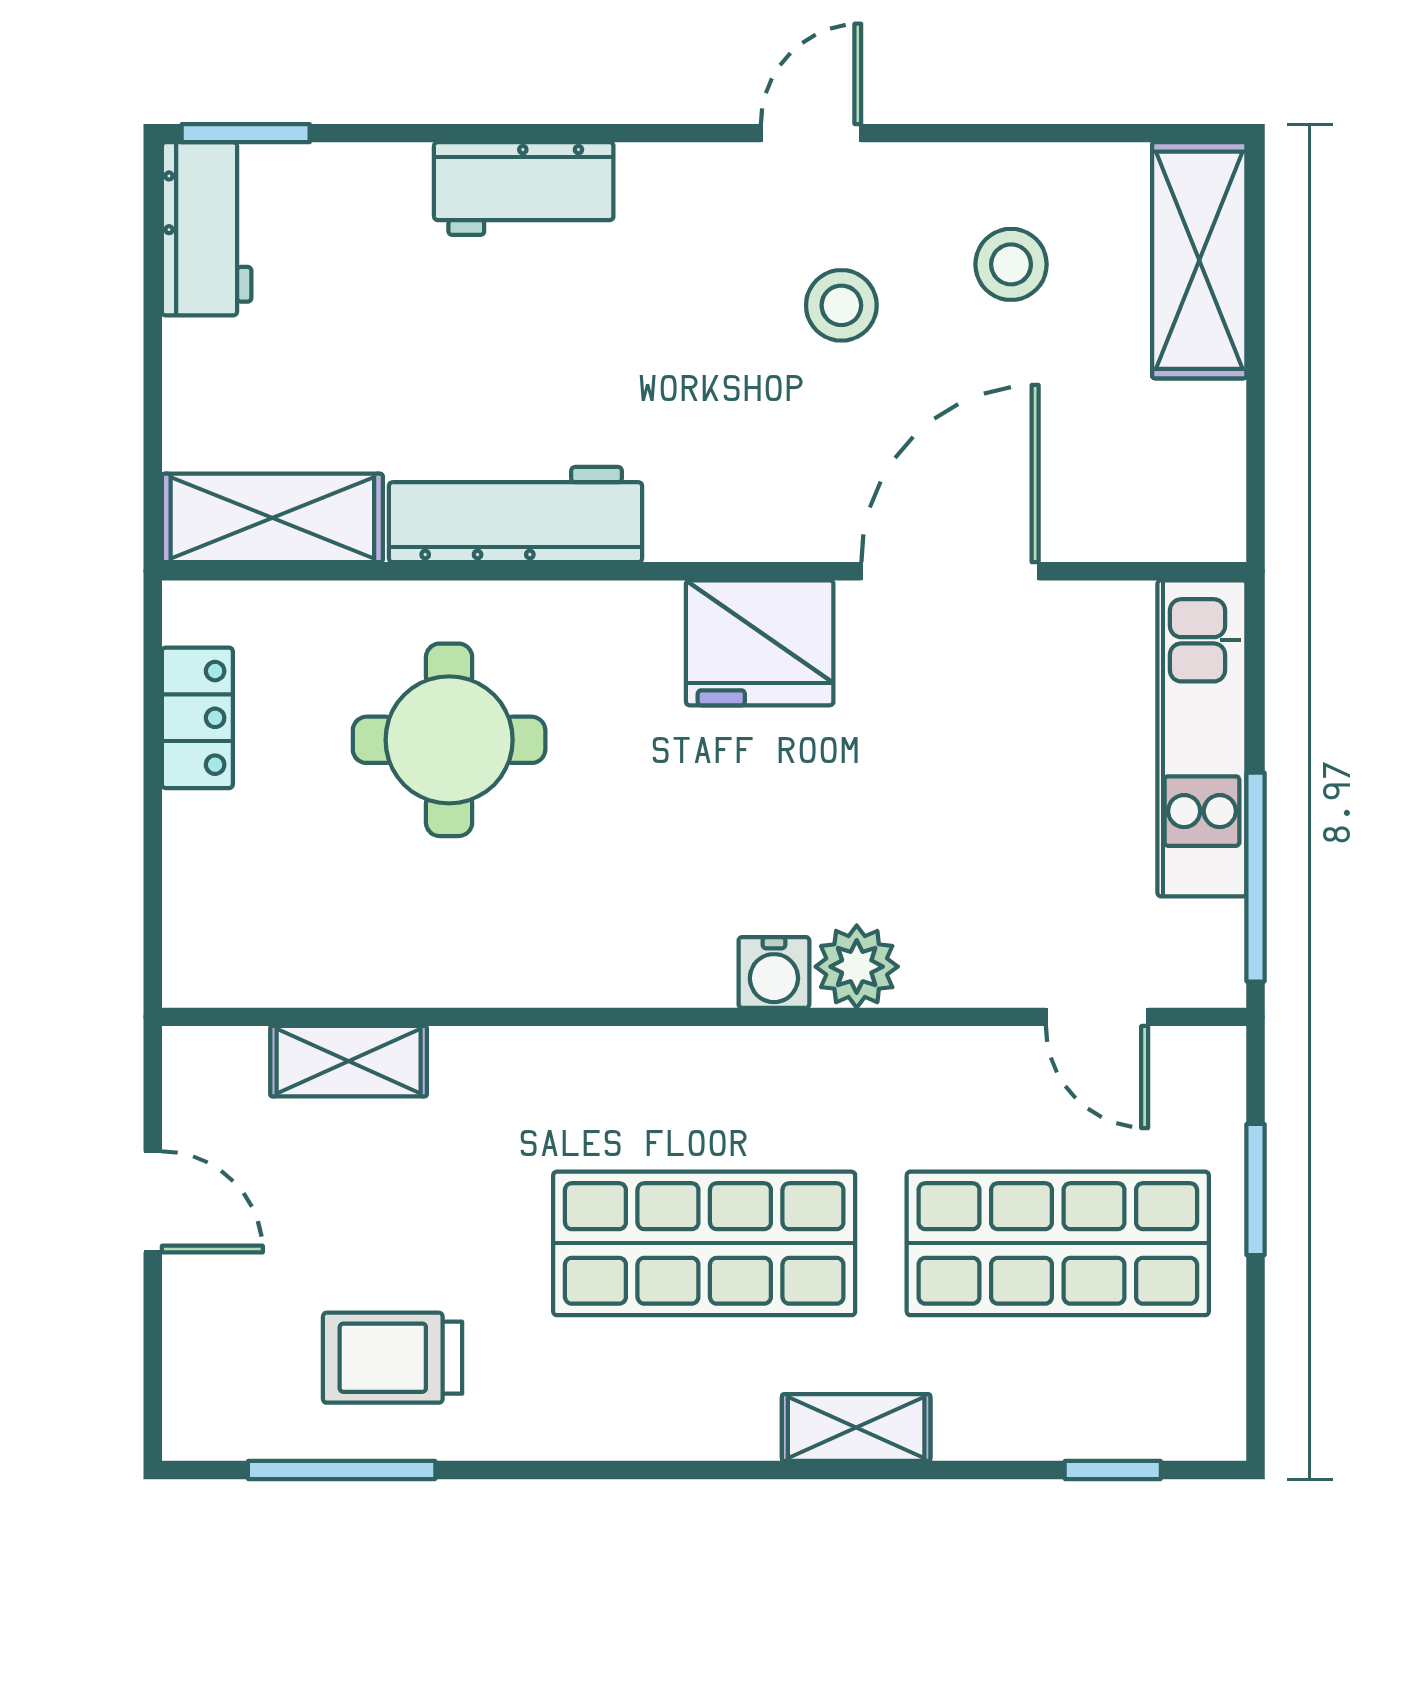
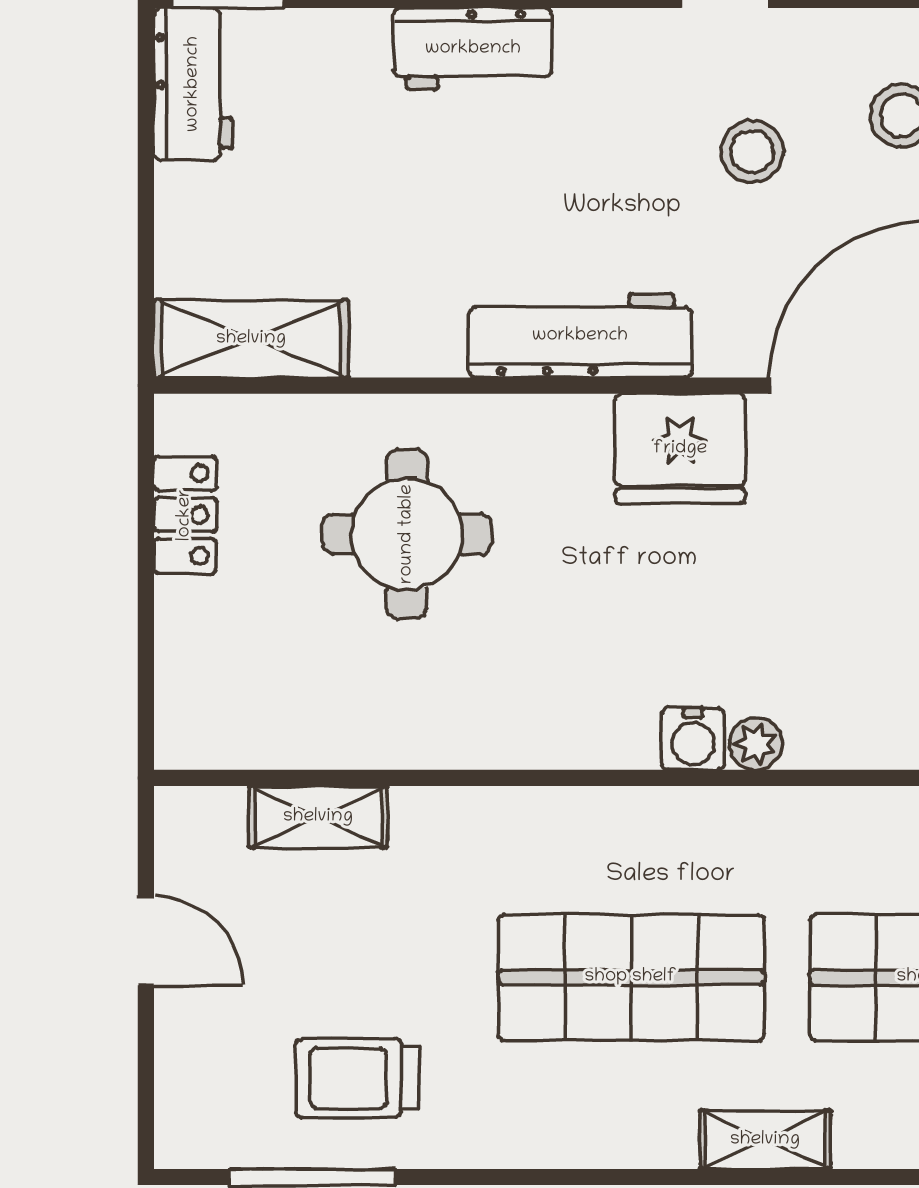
workbench: (516, 515) -> (580, 336), moved
plant: (857, 967) -> (756, 744), width x0.73, depth x0.73

